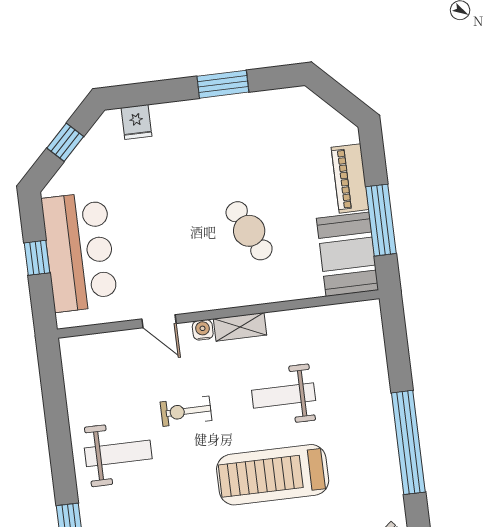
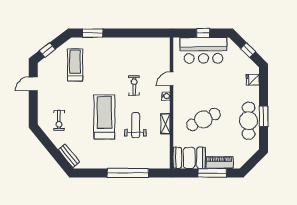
cafe table: (239, 120) -> (248, 121), added
window: (381, 220) -> (212, 173), moved
cafe table: (249, 231) -> (203, 119), width x1.37, depth x1.35
shelving: (240, 327) -> (165, 124), moved
window: (408, 442) -> (128, 173), moved
weight bench: (118, 453) -> (121, 56), removed

